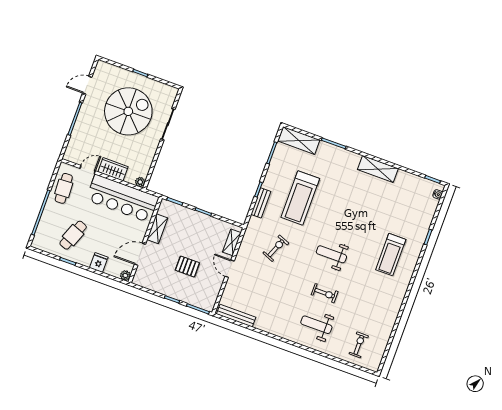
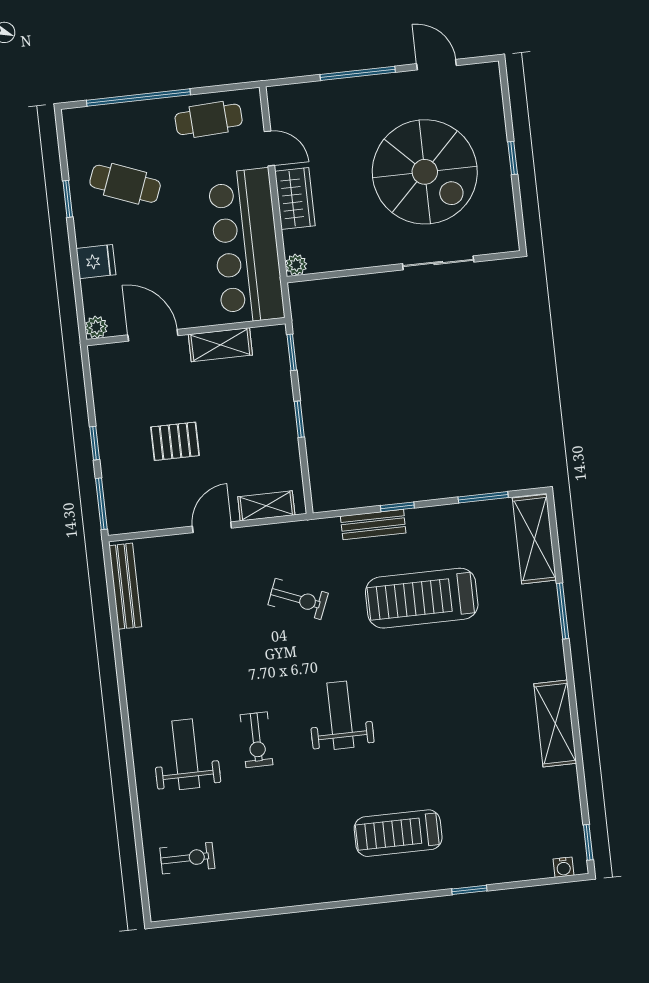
pallet: (187, 266) -> (175, 441), turned 90

